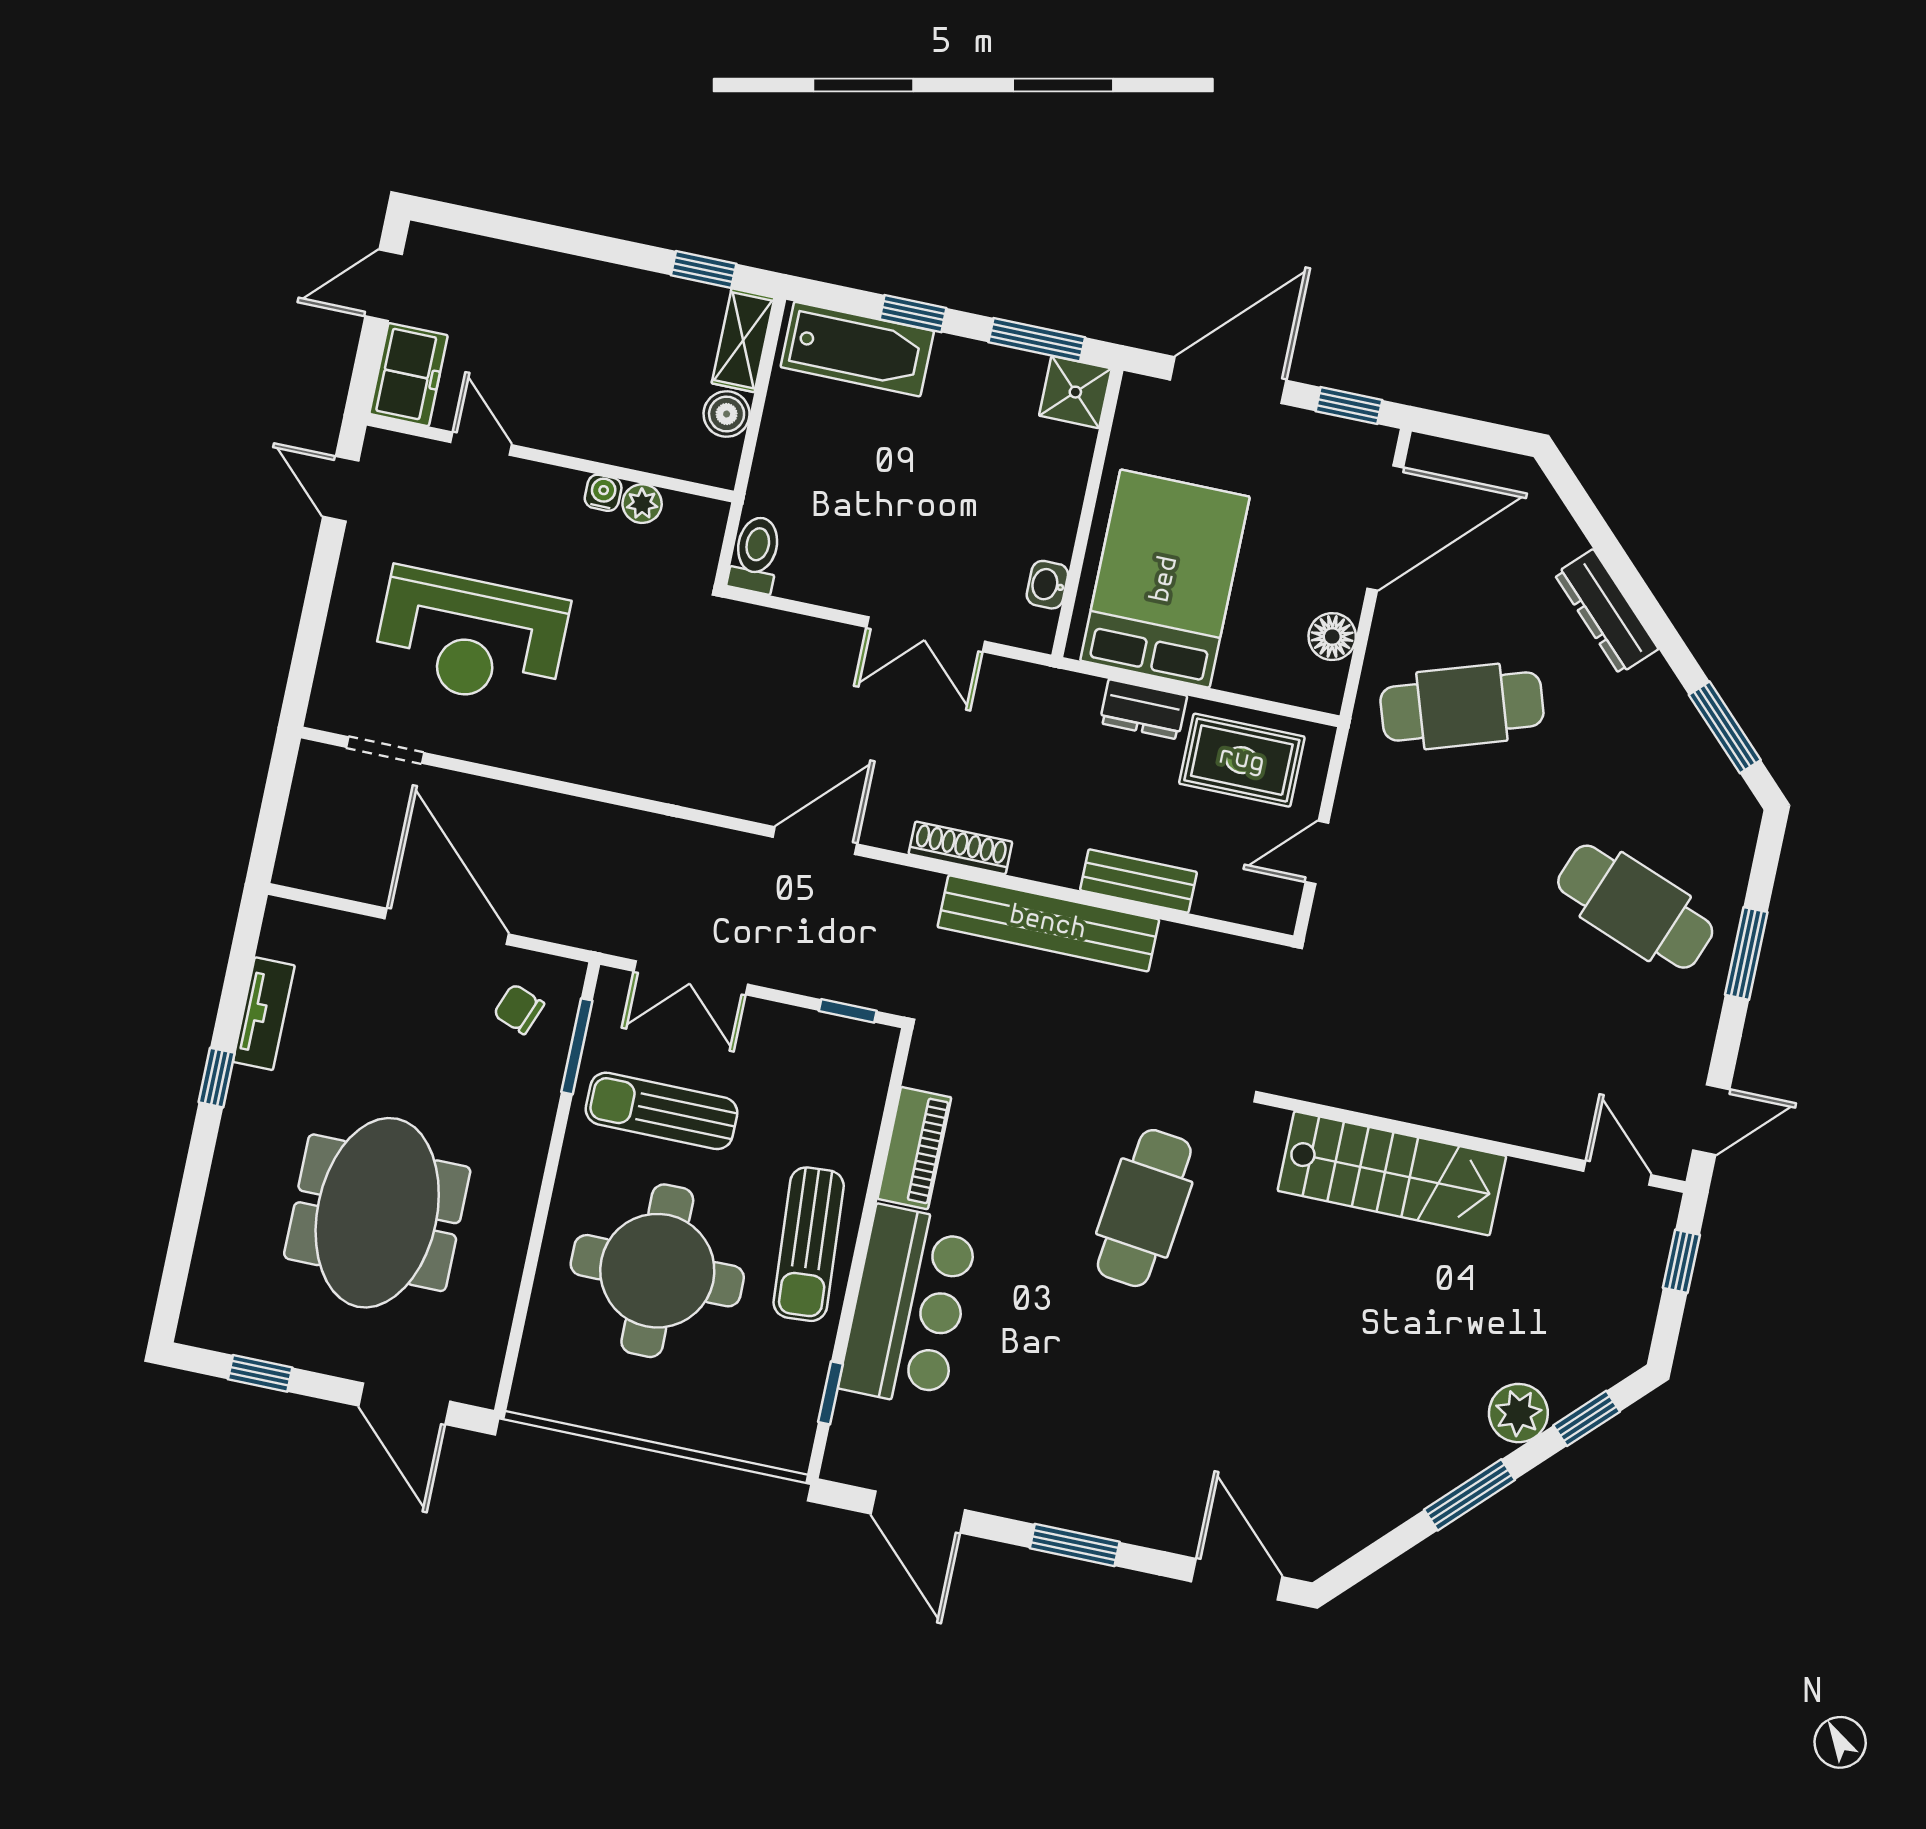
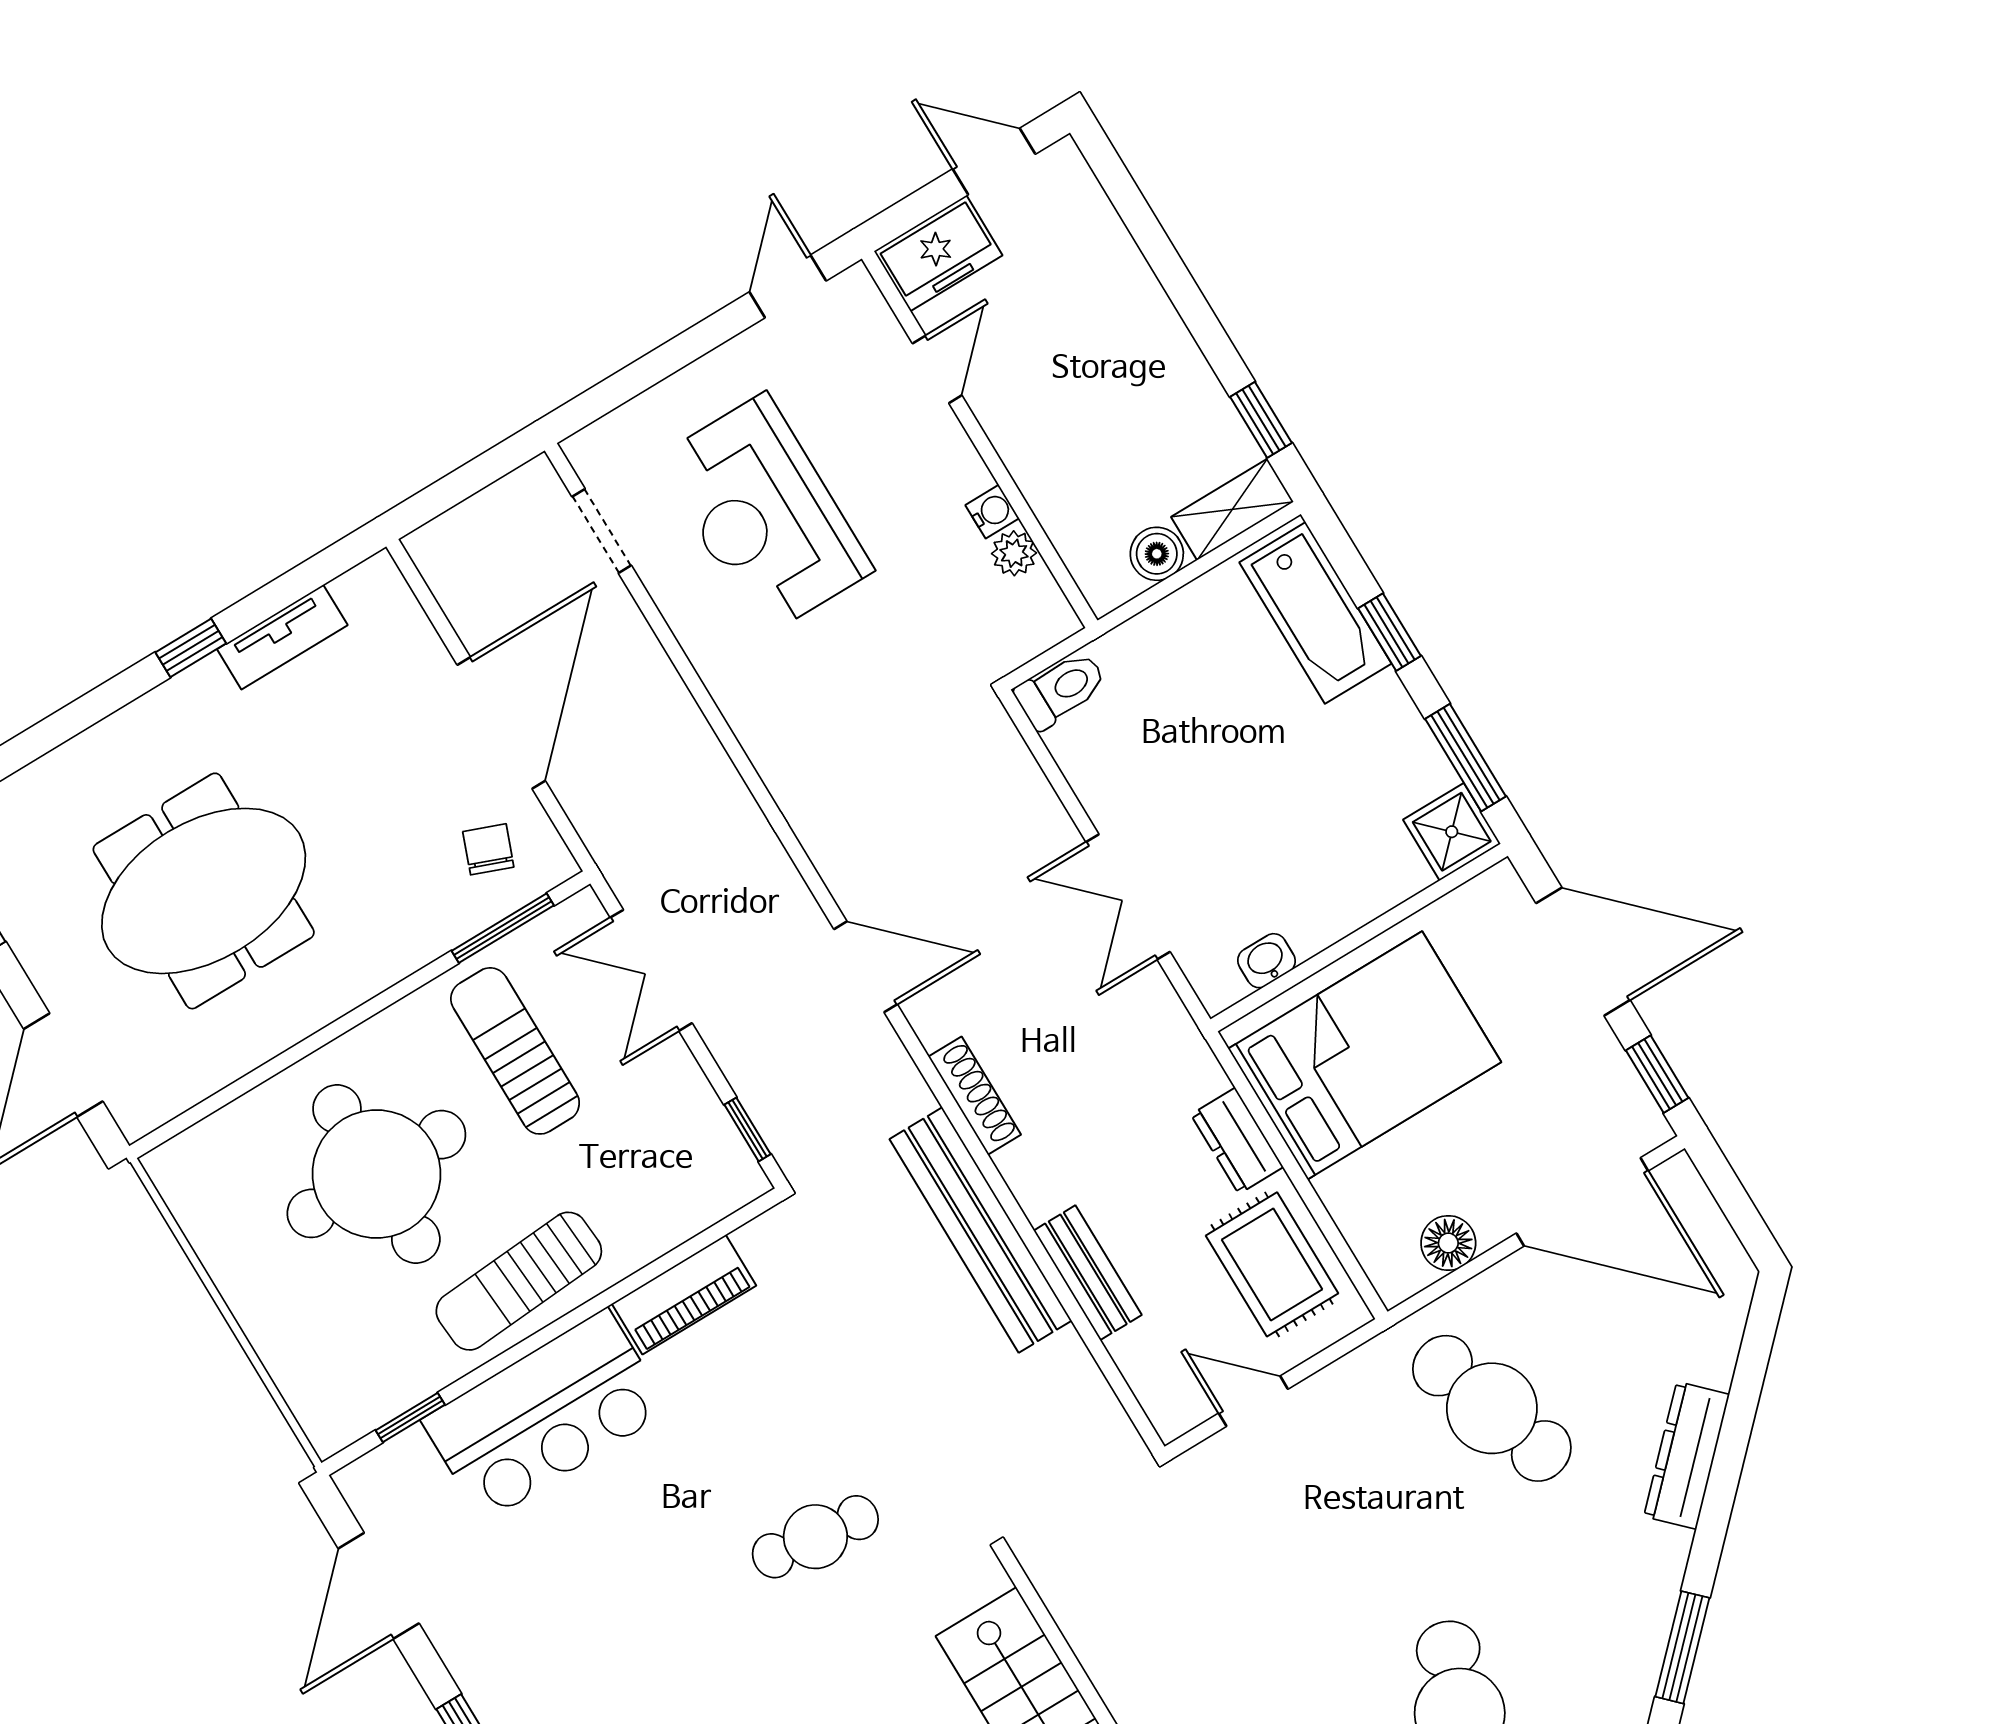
cafe table: (1144, 1208) -> (815, 1537), width x0.73, depth x0.74

